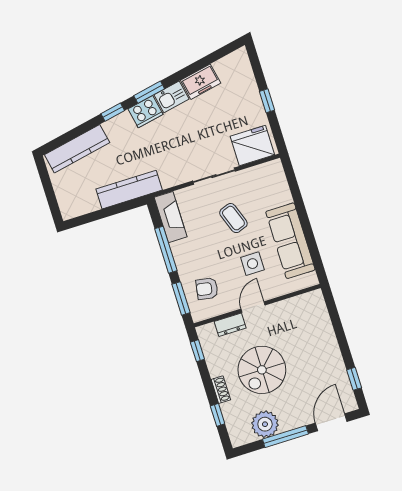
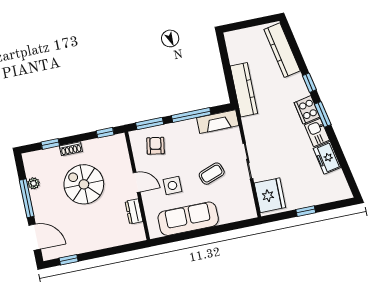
dresser: (230, 325) -> (134, 211), moved
plant: (265, 424) -> (34, 183), width x0.53, depth x0.53

